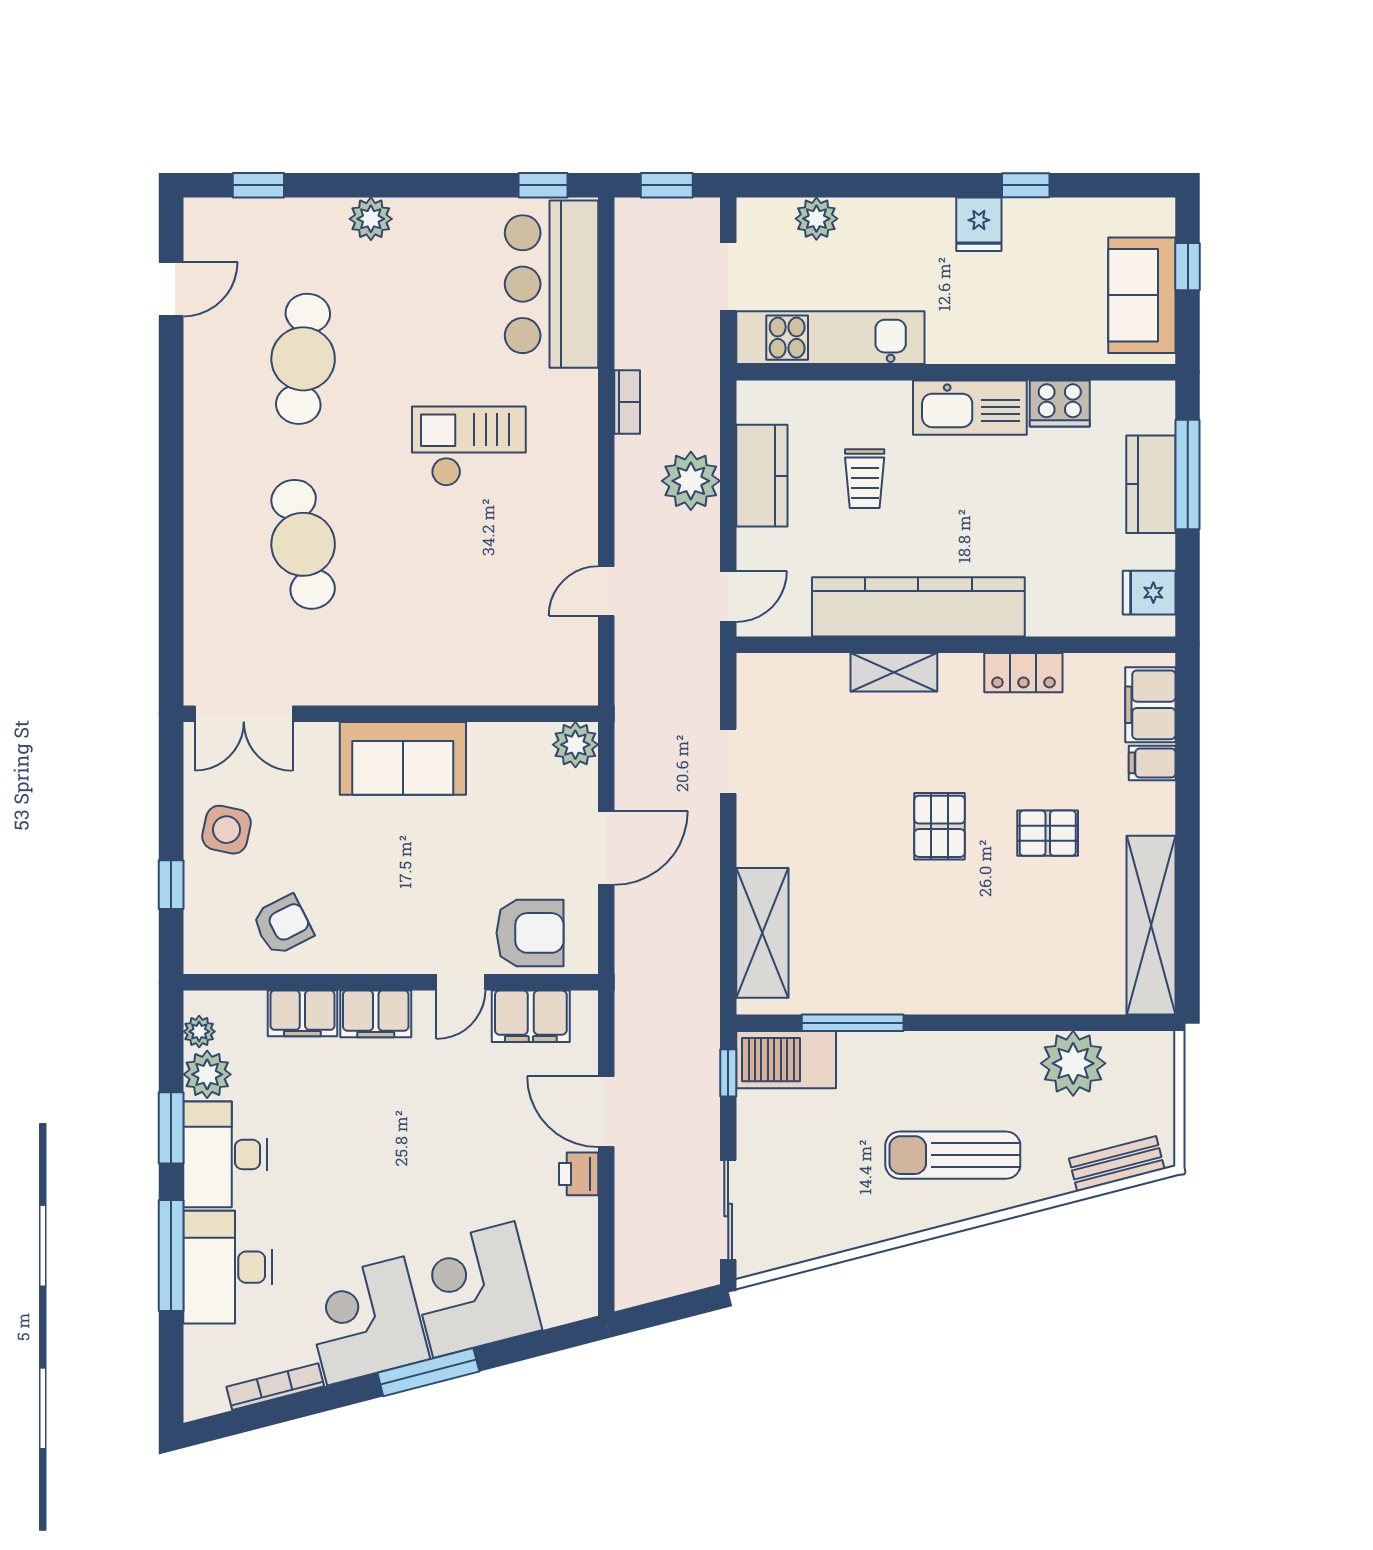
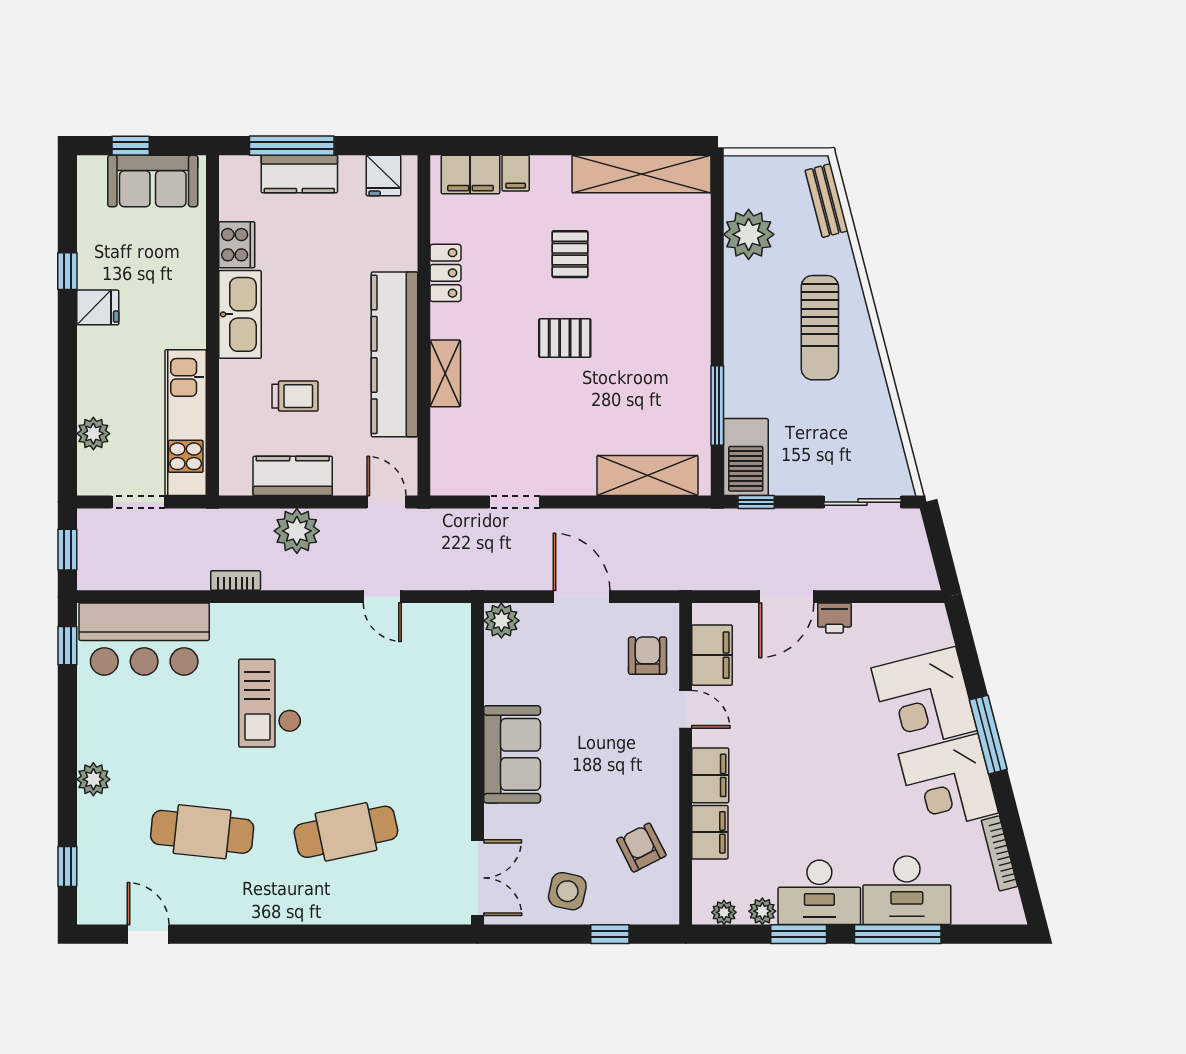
armchair: (530, 933) -> (648, 656), width x0.72, depth x0.72
plant: (207, 1074) -> (762, 911), width x0.73, depth x0.73

